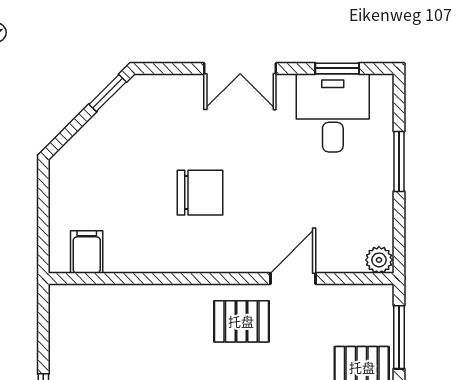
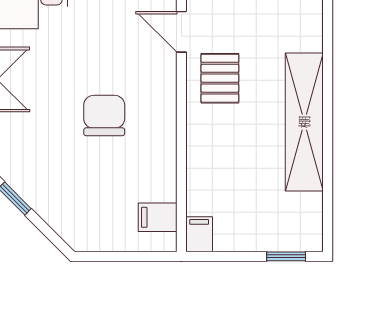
filing cabinet: (68, 298) -> (199, 234), added

